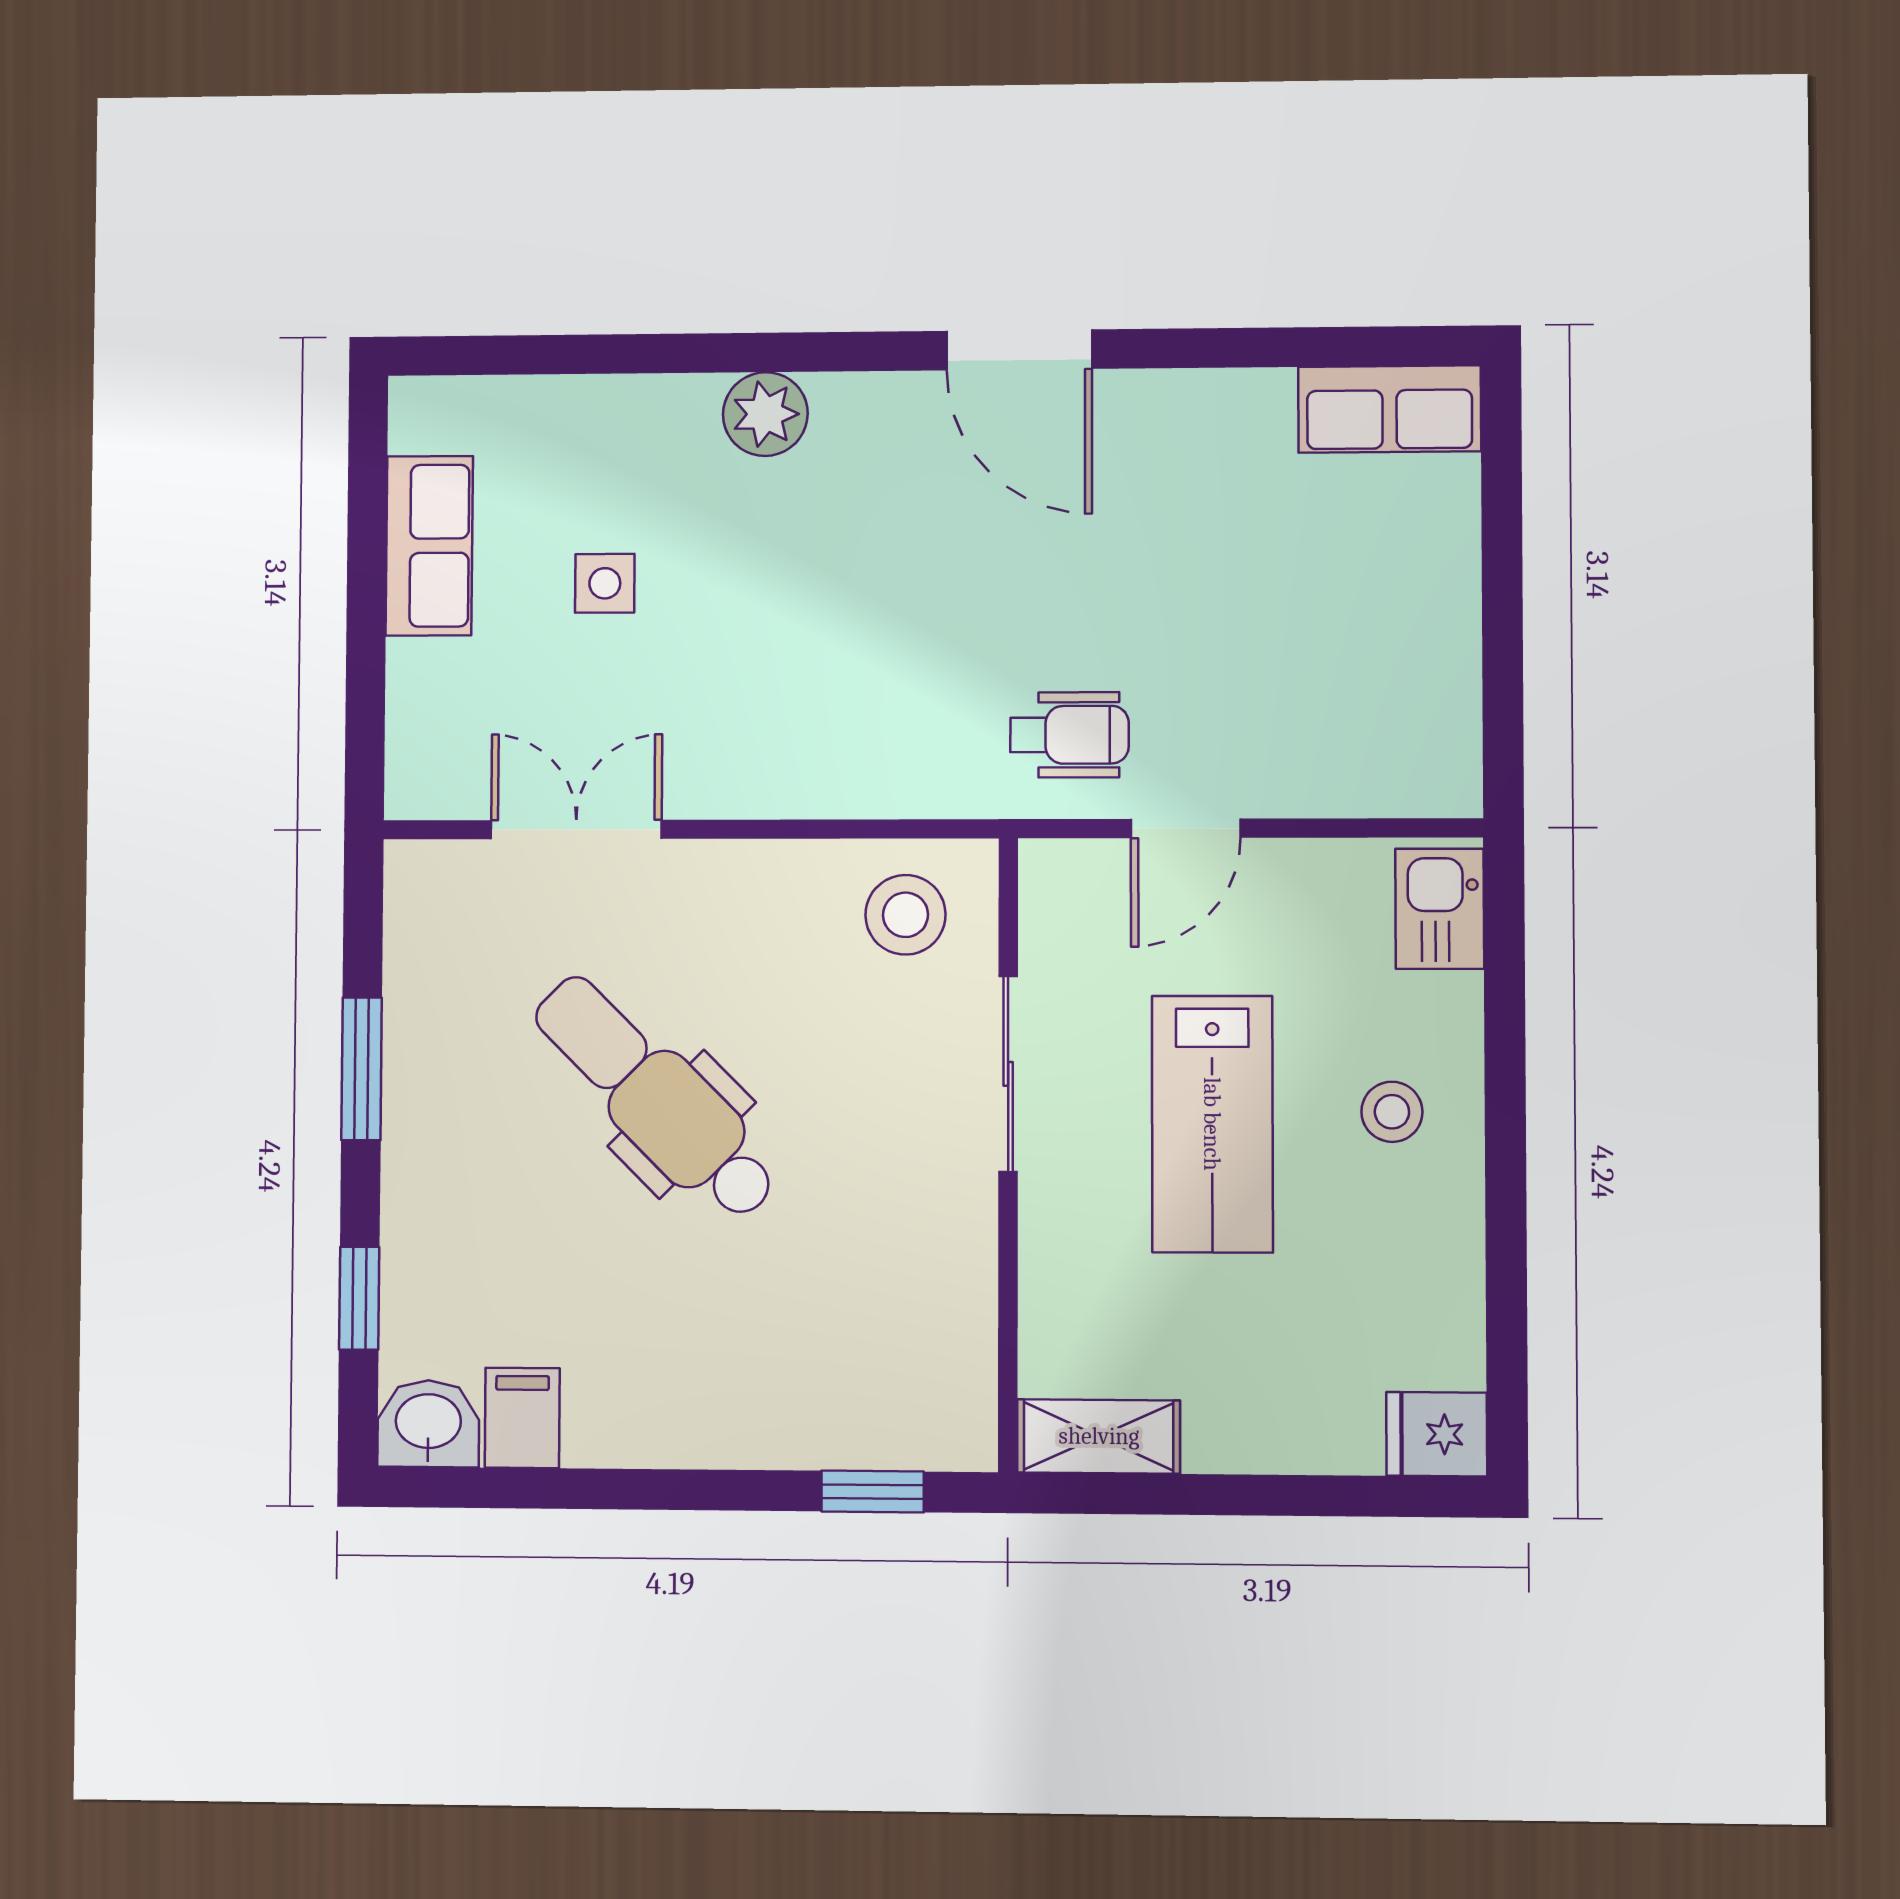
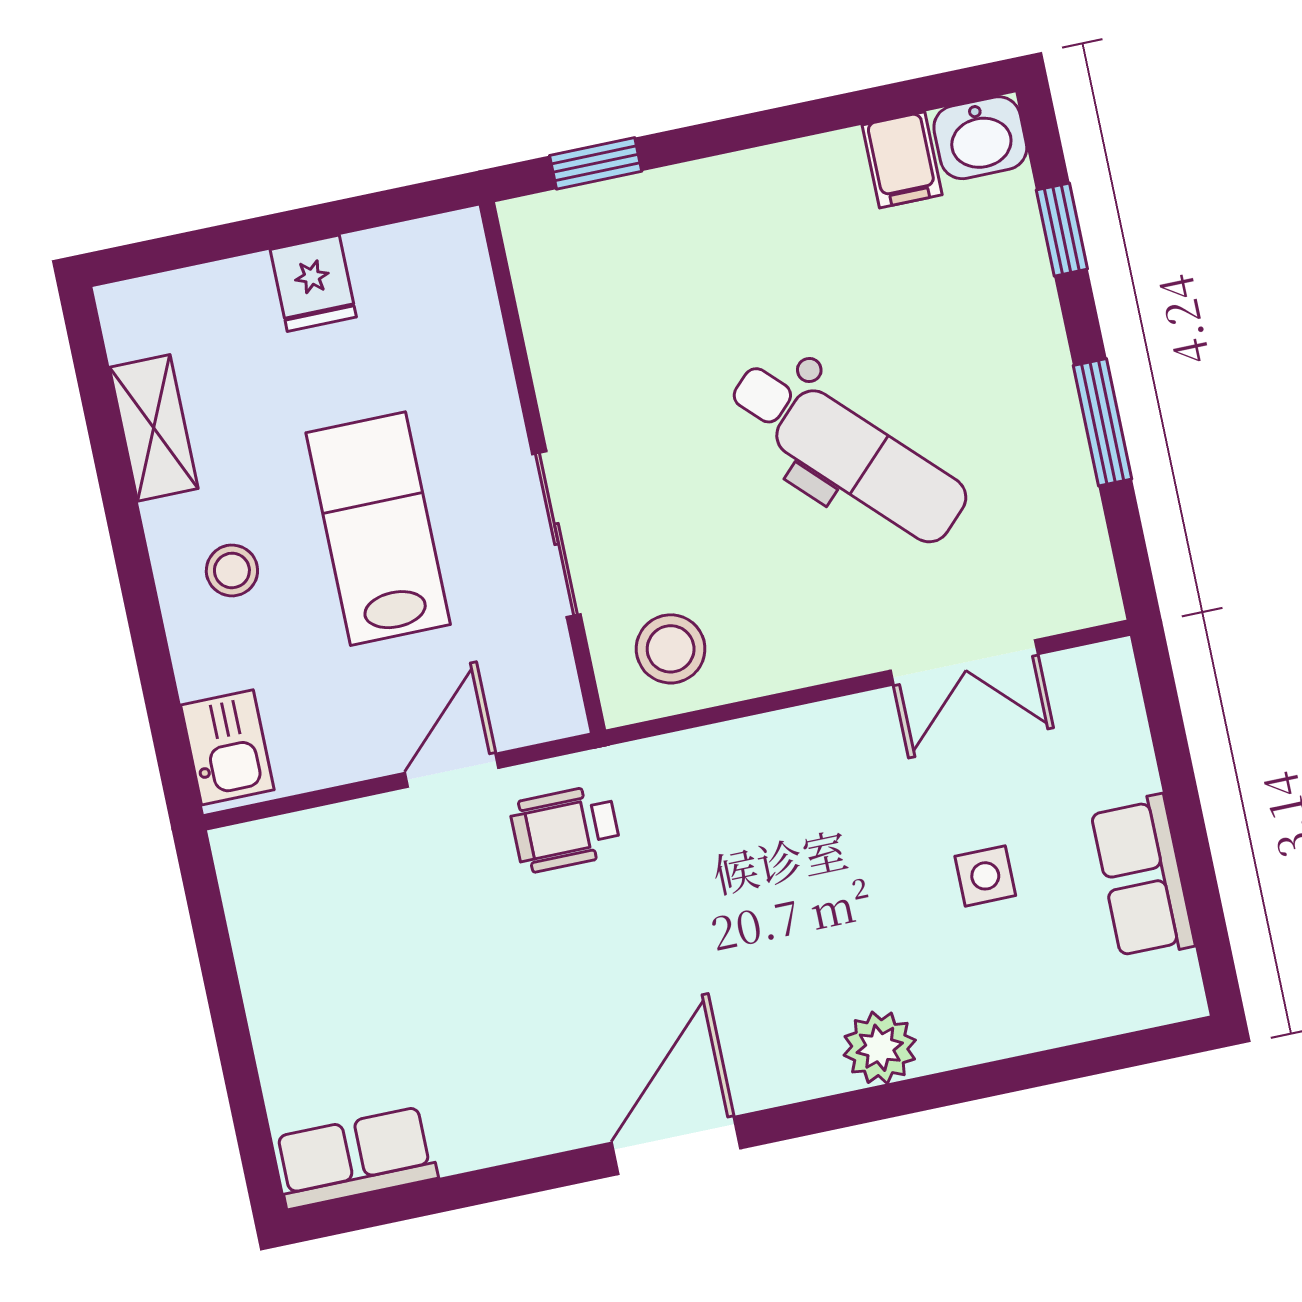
door: (1019, 350) -> (676, 1146), hinge flipped
fridge: (1437, 1434) -> (313, 283), moved, turned 90
shelving: (1099, 1436) -> (154, 428), moved, turned 90

